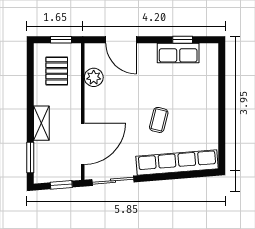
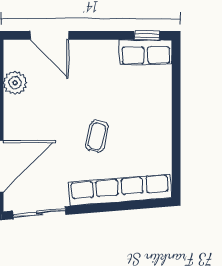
window: (183, 40) -> (147, 35), moved
row of seats: (178, 53) -> (146, 52), moved

